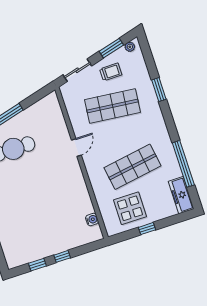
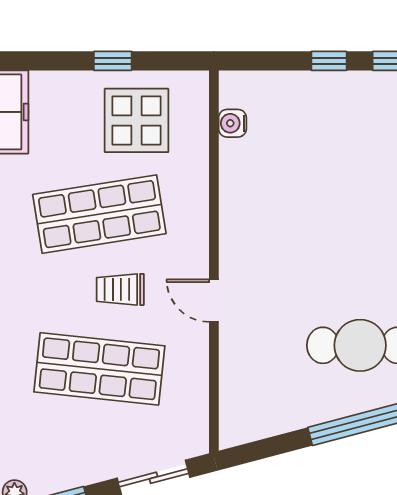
trolley: (111, 72) -> (120, 289), moved
door: (76, 148) -> (214, 301), hinge flipped

